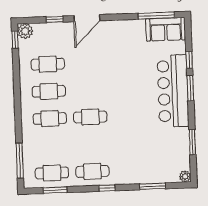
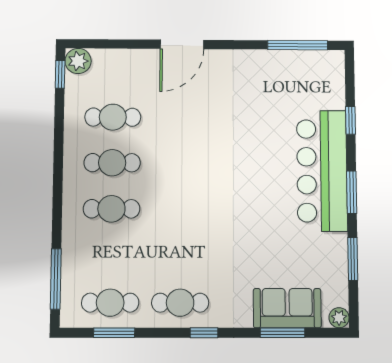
window: (55, 19) -> (128, 44), removed
sofa: (166, 29) -> (287, 308), moved, turned 180
window: (190, 88) -> (352, 192), moved
cafe table: (90, 117) -> (181, 209), removed

